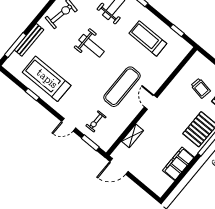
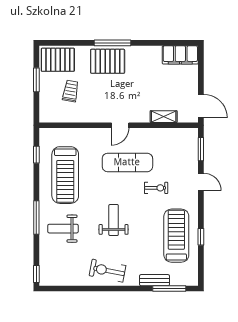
treadmill: (148, 38) -> (65, 175), width x1.37, depth x1.38
bench: (29, 40) -> (155, 280), width x0.73
treadmill: (47, 79) -> (176, 236), turned 180
exercise bike: (96, 121) -> (156, 188), moved
filing cabinet: (178, 164) -> (180, 55), moved

